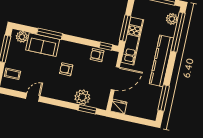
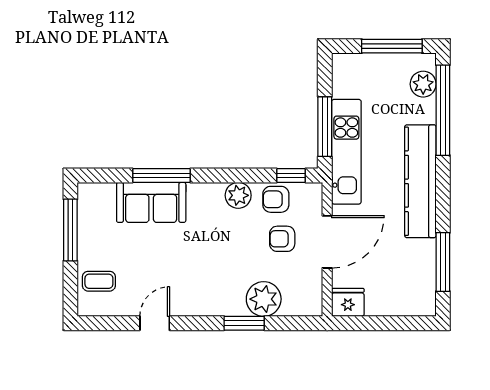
plant: (22, 37) -> (238, 195), moved
armchair: (66, 69) -> (282, 239), moved
window: (87, 109) -> (244, 323), moved

